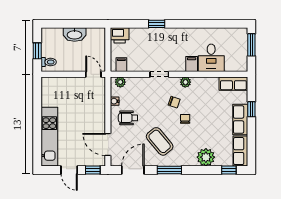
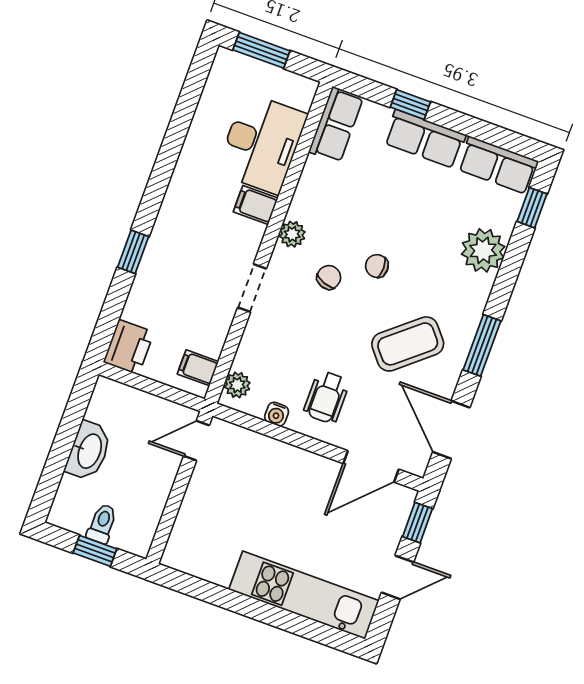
desk: (211, 58) -> (262, 143), width x1.37
toilet: (49, 62) -> (102, 524), moved

